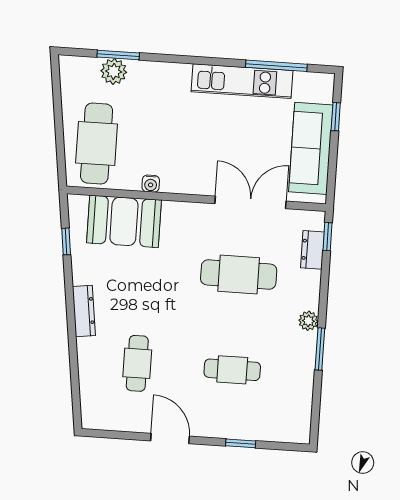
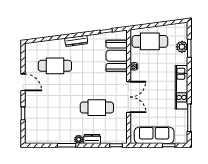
kitchen unit: (242, 81) -> (182, 87), moved
double door: (251, 202) -> (129, 97), moved
dresser: (312, 250) -> (92, 139), moved
cafe table: (239, 275) -> (97, 108), turned 90
cafe table: (137, 363) -> (55, 66), width x1.37, depth x1.35
cafe table: (232, 370) -> (55, 108), removed
door: (170, 438) -> (23, 82), hinge flipped

